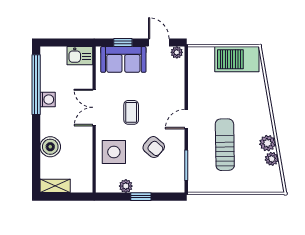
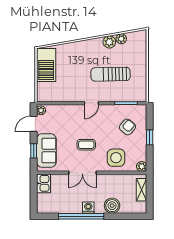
window: (36, 85) -> (81, 216), moved
washing machine: (48, 99) -> (88, 208), moved
door: (186, 119) -> (91, 103), hinge flipped
armchair: (154, 147) -> (127, 127), moved
shelving: (55, 186) -> (142, 190), moved
plant: (126, 186) -> (142, 166), moved

